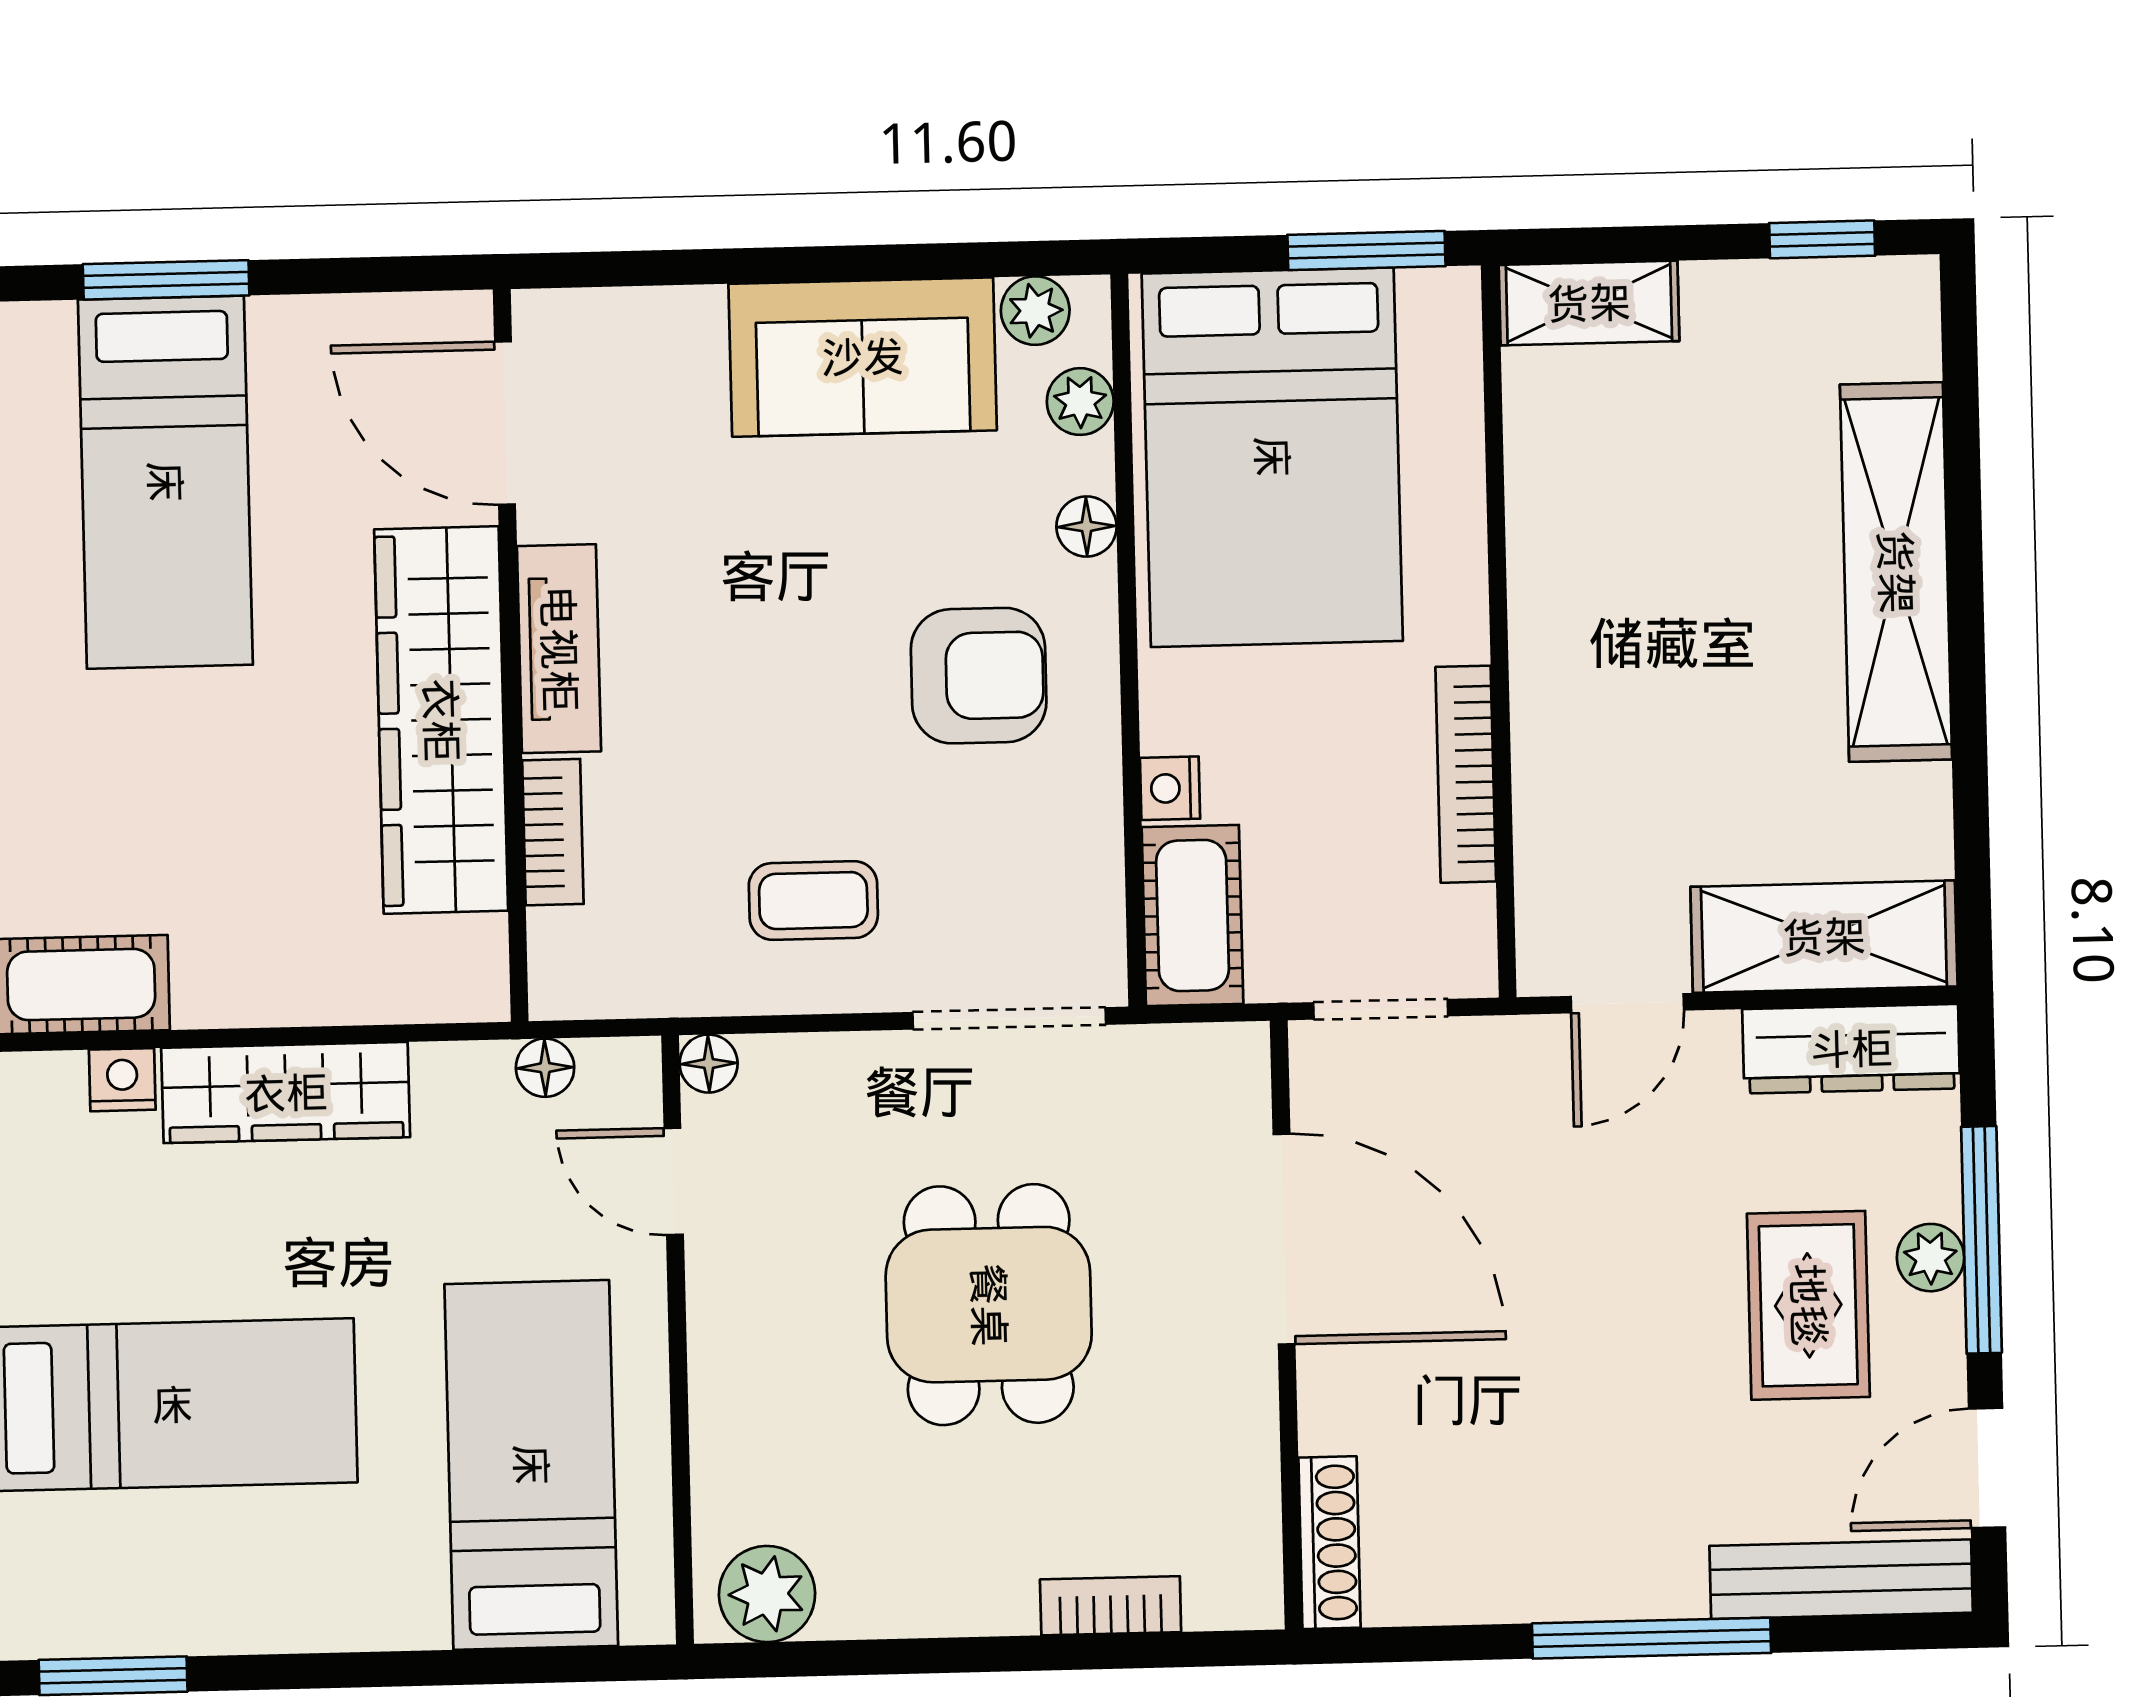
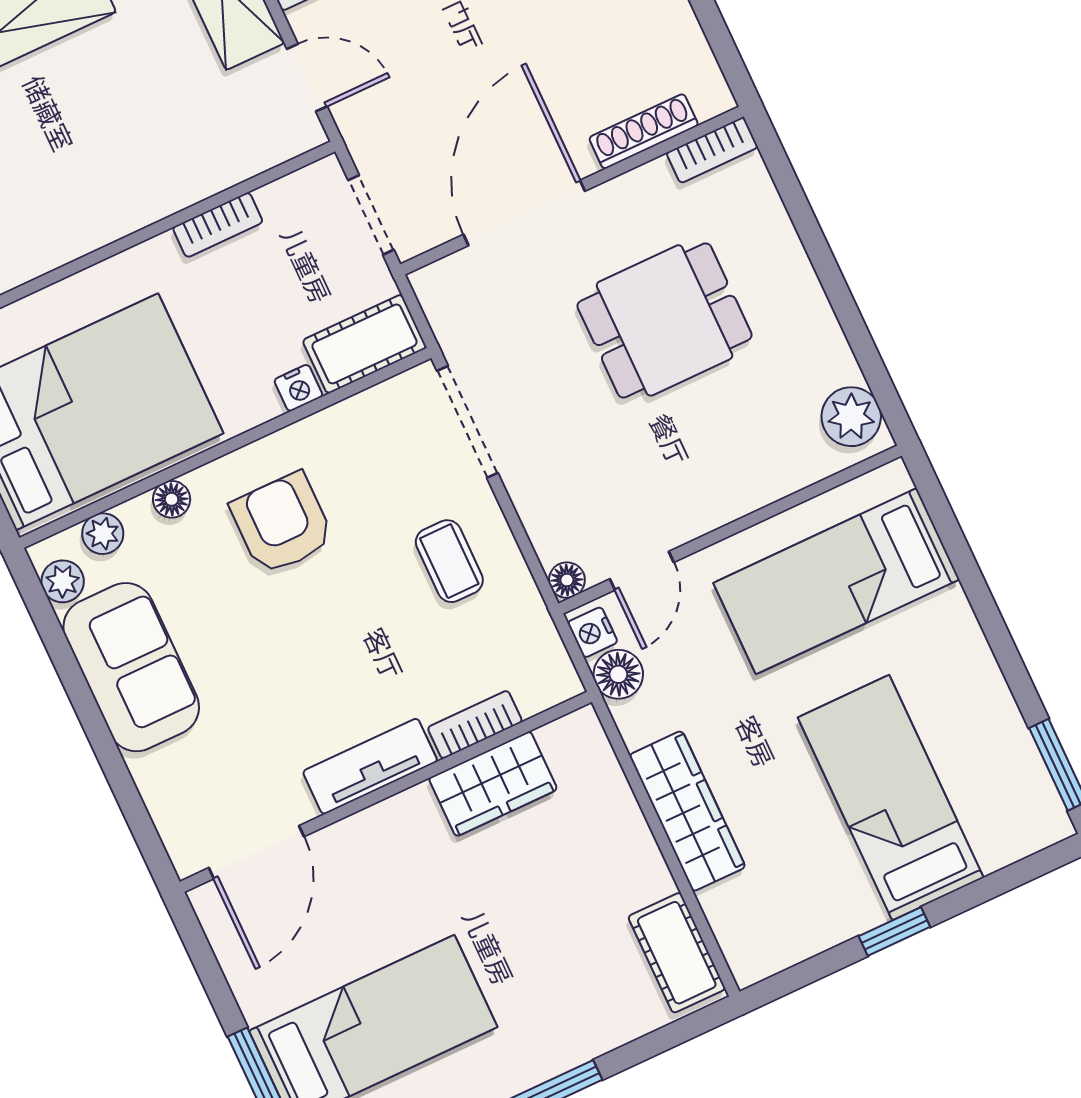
wardrobe: (441, 720) -> (493, 784), width x0.48, depth x0.85
bookcase: (1466, 774) -> (218, 225), width x0.64
floor lamp: (545, 1068) -> (618, 674), width x1.37, depth x1.37
nightstand: (122, 1080) -> (593, 632), moved
dining table: (989, 1305) -> (665, 320), moved
shoe rack: (1329, 1543) -> (644, 131), moved
bookcase: (1111, 1606) -> (712, 150), moved, turned -90

